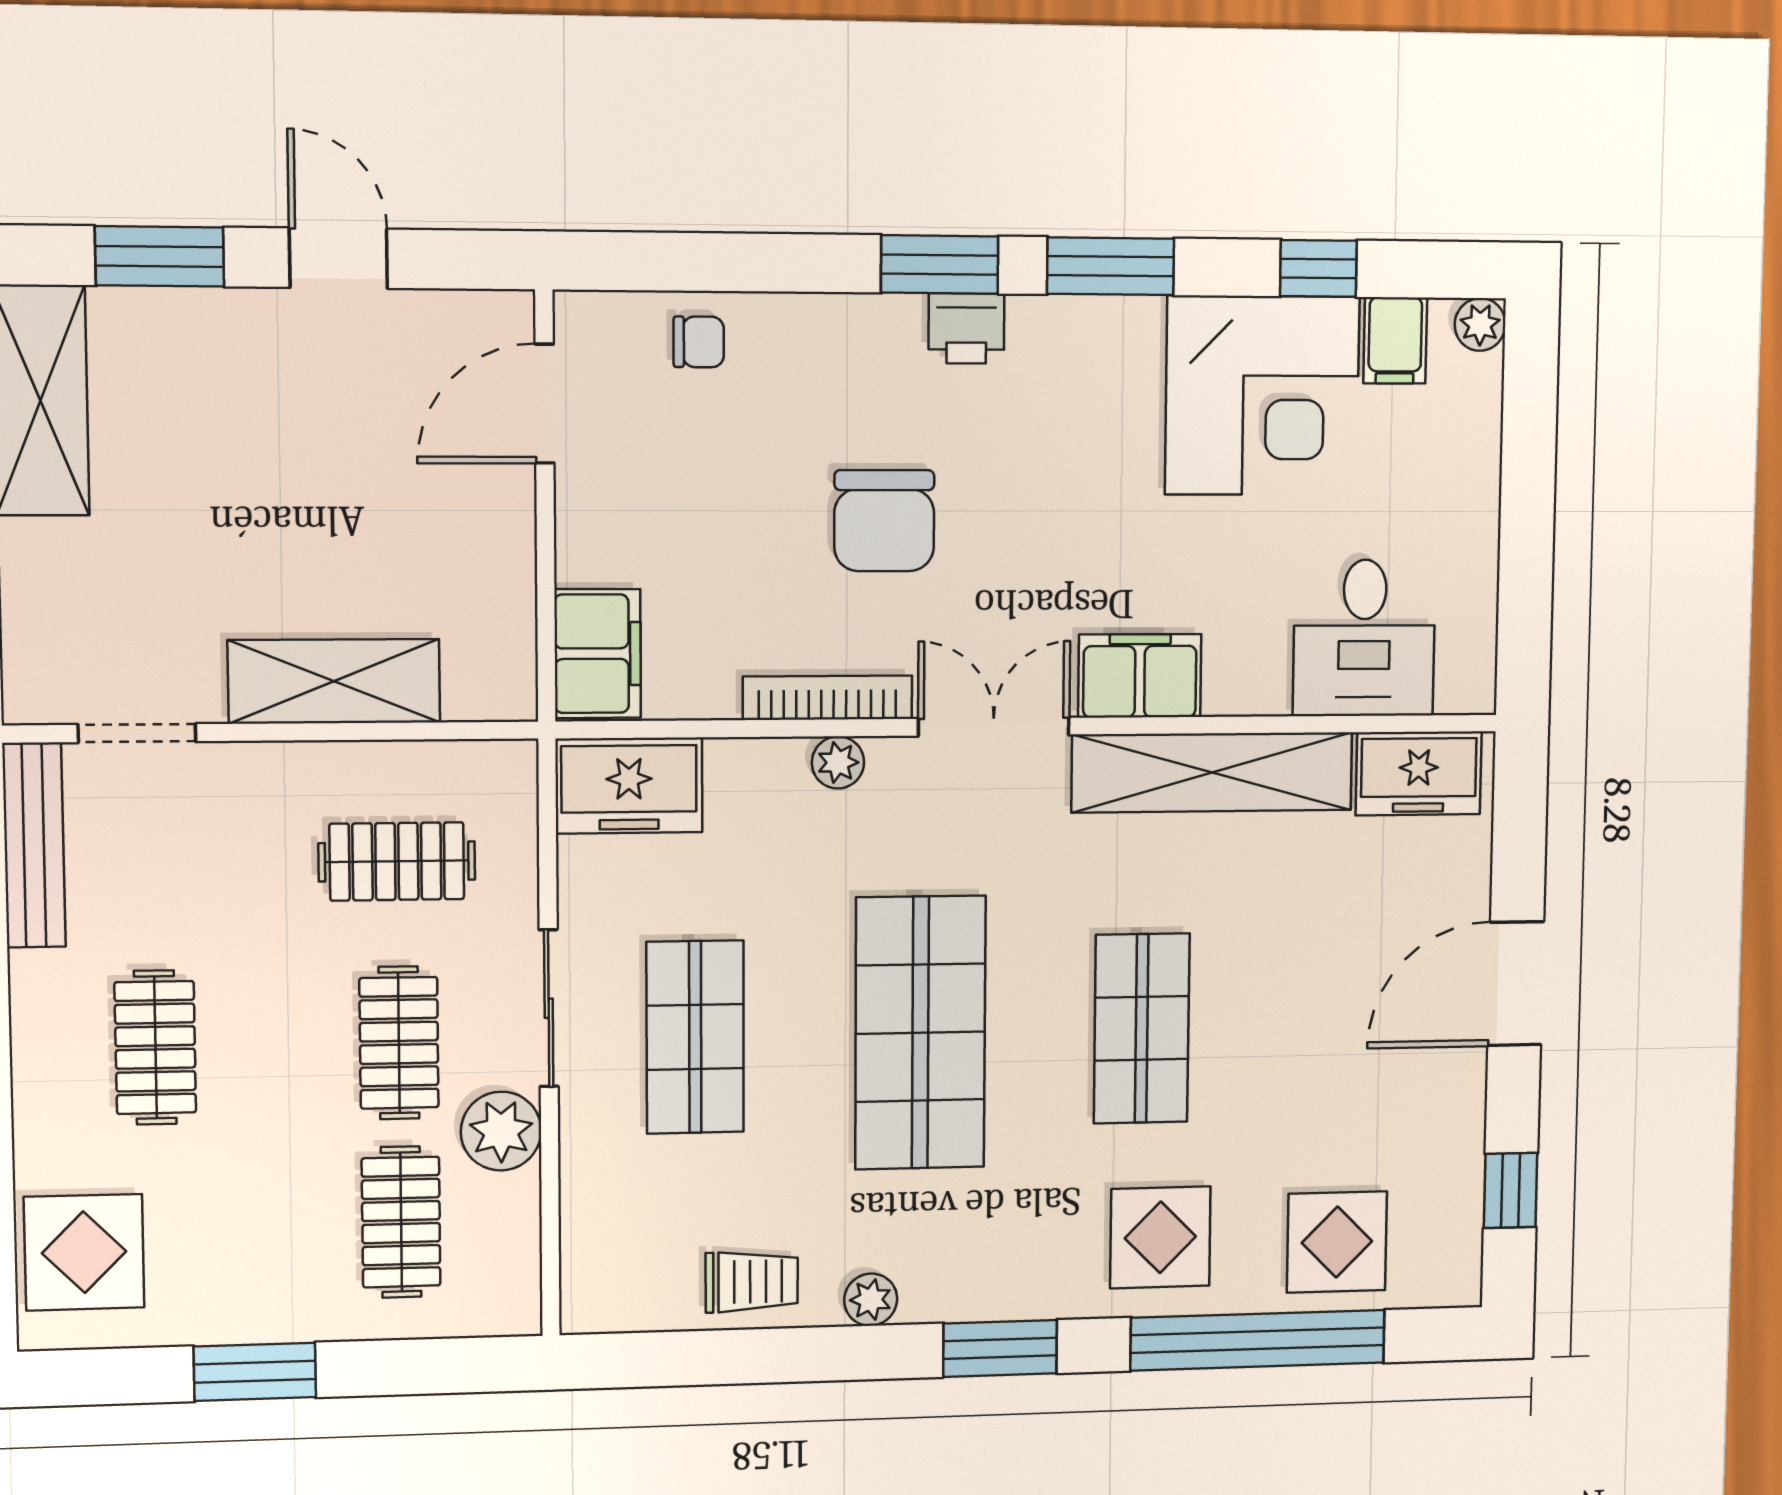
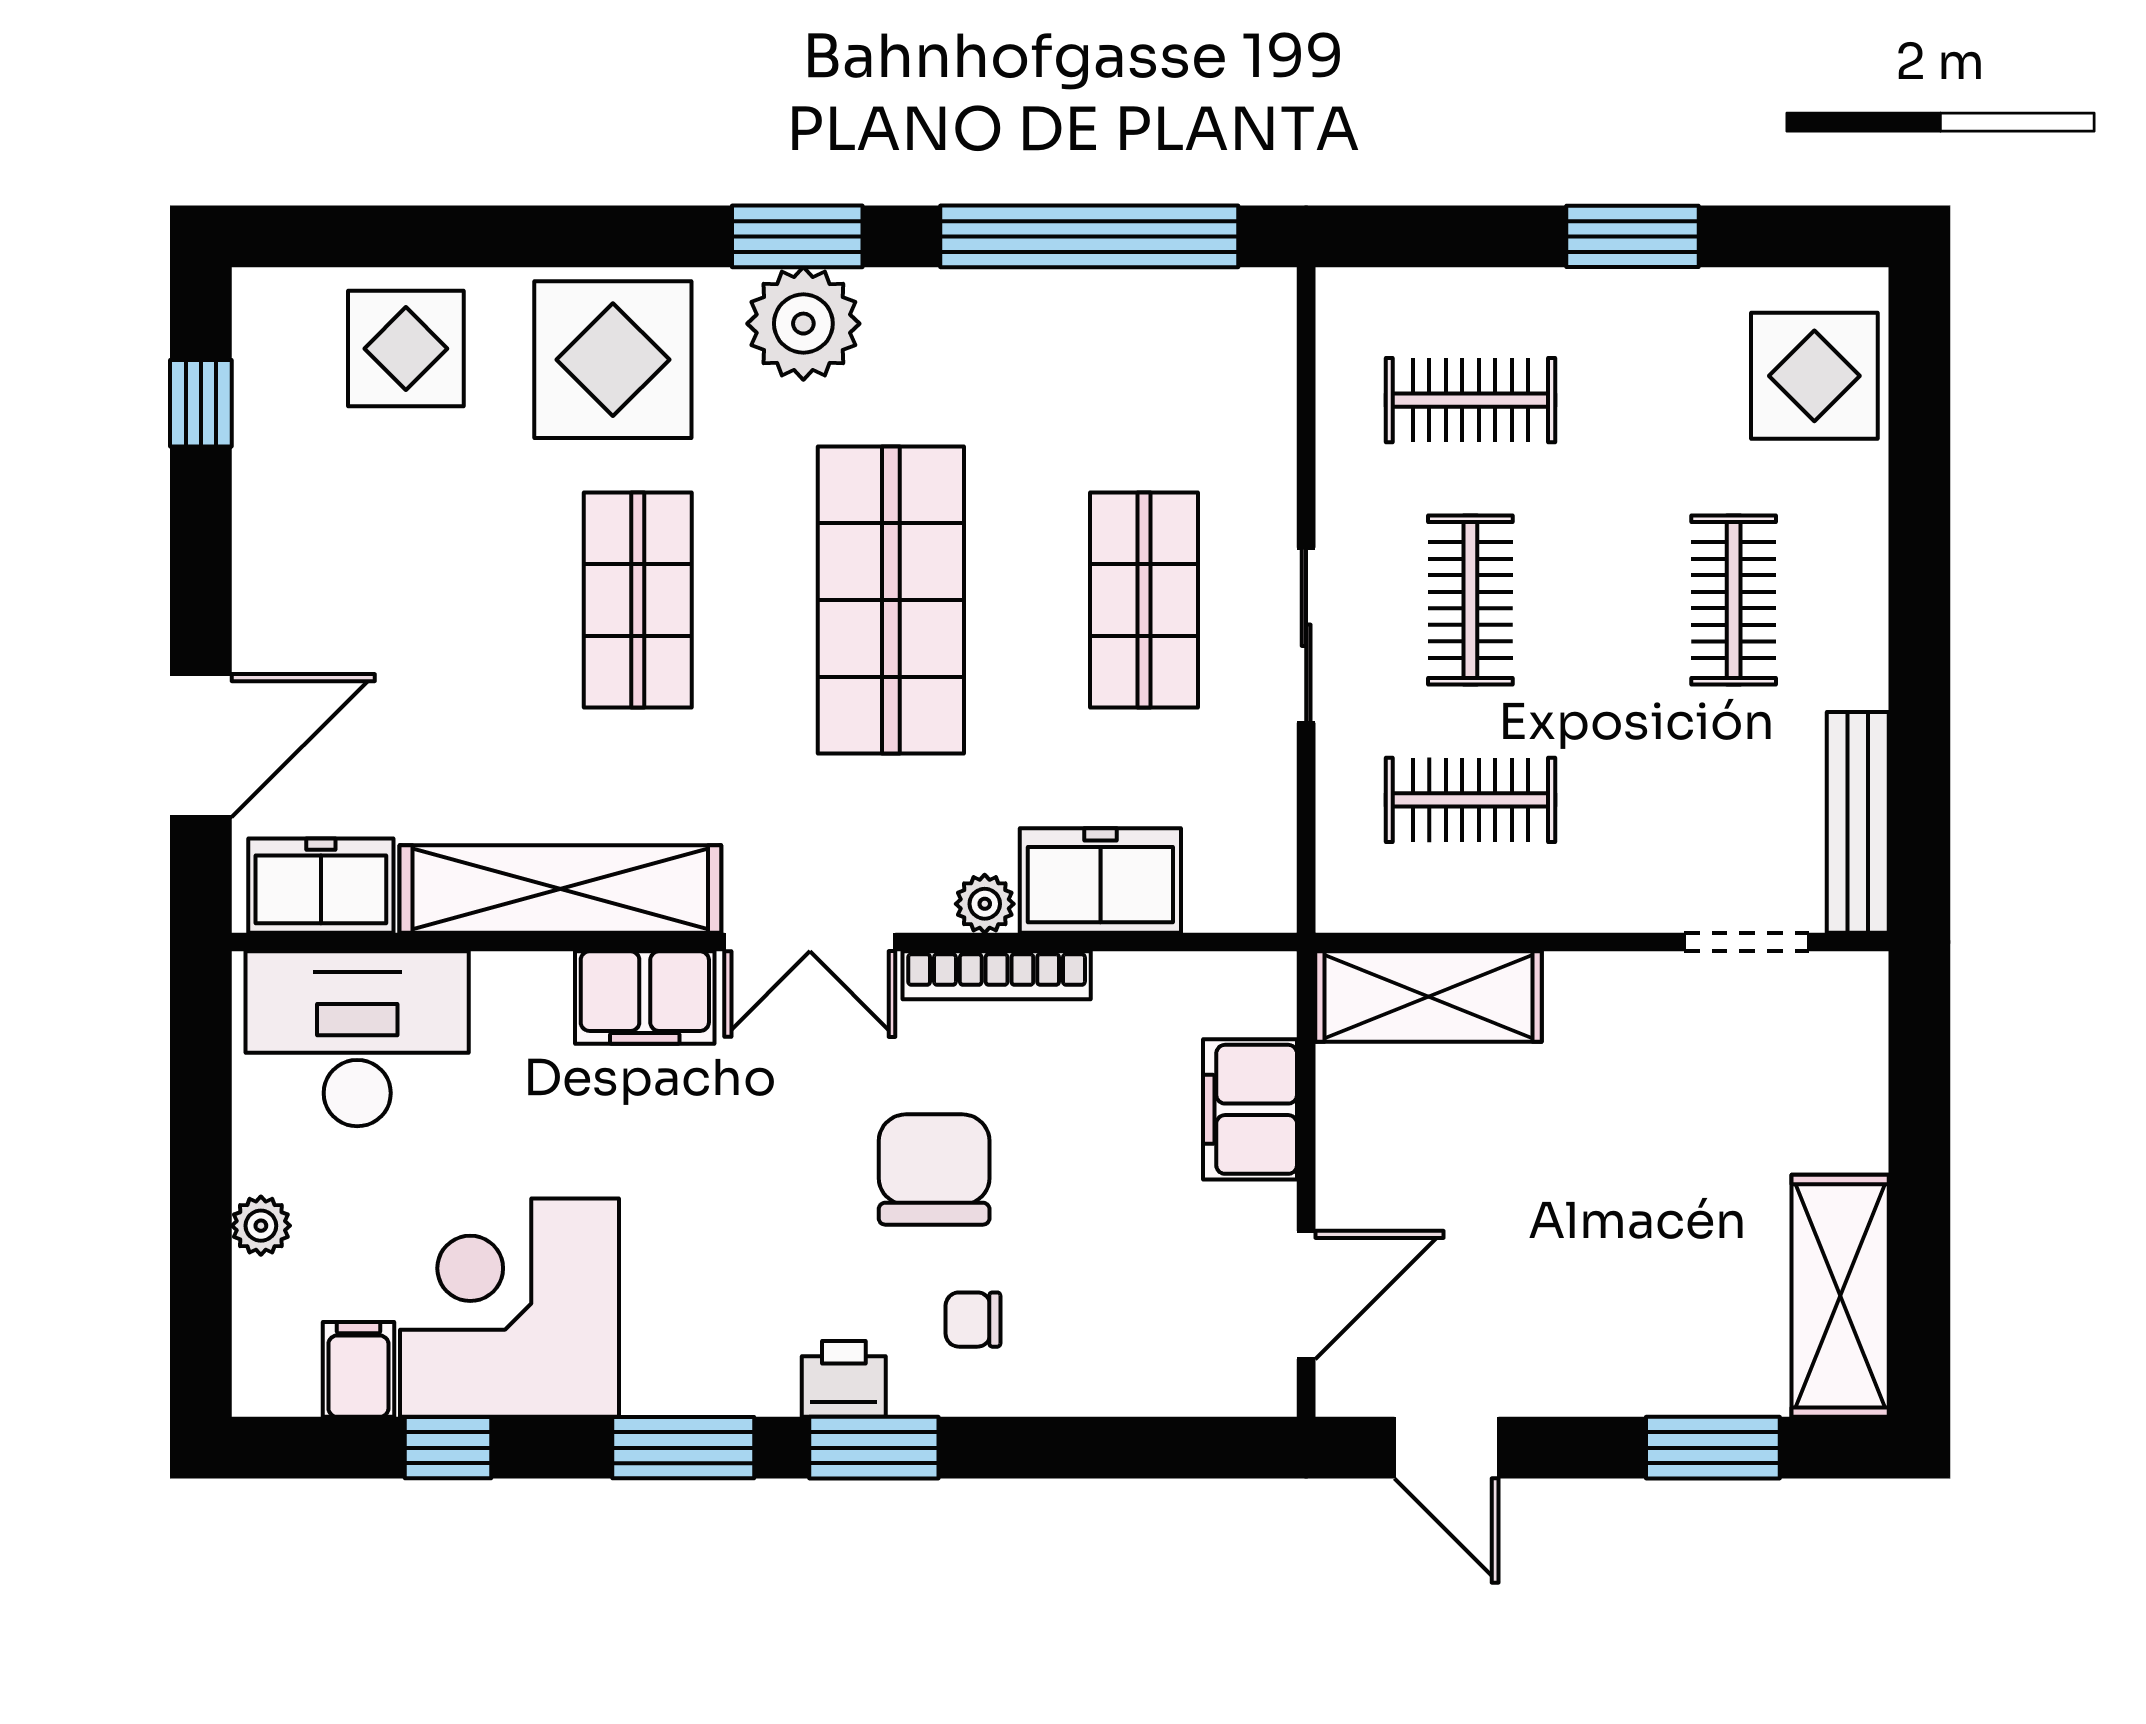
door: (338, 258) -> (1446, 1448), moved
plant: (1480, 325) -> (261, 1226), moved
chair: (699, 342) -> (973, 1320), moved
desk: (1364, 638) -> (357, 1039), width x1.37
filing cabinet: (598, 654) -> (1250, 1109), moved
shelving: (334, 681) -> (1429, 997), moved
freezer: (629, 786) -> (1100, 880), moved
door: (1516, 984) -> (201, 746), moved
plant: (501, 1131) -> (1360, 499), removed
clothes rail: (401, 1222) -> (1470, 400), turned 90
display table: (1160, 1237) -> (613, 360), width x1.36, depth x1.36
trolley: (752, 1282) -> (1081, 322), removed
plant: (871, 1300) -> (803, 324), moved, width x1.87, depth x1.87
window: (1258, 1340) -> (1089, 236), moved

